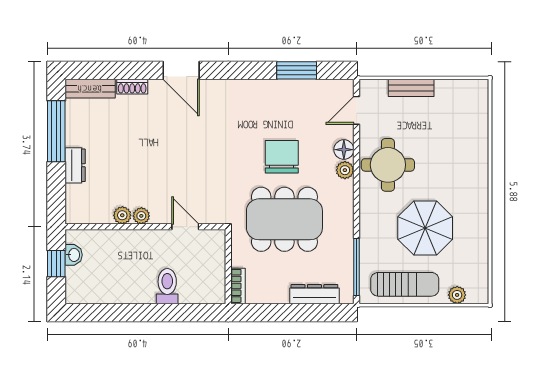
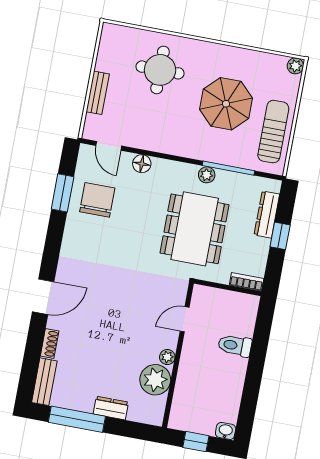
chair: (282, 157) -> (97, 200), moved, turned 90
round table: (388, 165) -> (160, 70), moved
plant: (345, 170) -> (207, 175), moved
plant: (122, 215) -> (155, 380), width x1.88, depth x1.88
washbasin: (74, 255) -> (226, 431), moved
window: (356, 267) -> (228, 168), moved
plant: (457, 295) -> (295, 66), moved
window: (294, 313) -> (280, 236), added

